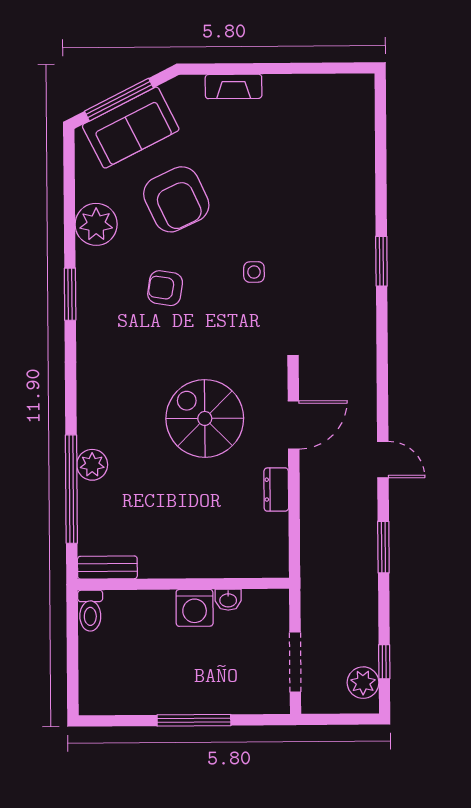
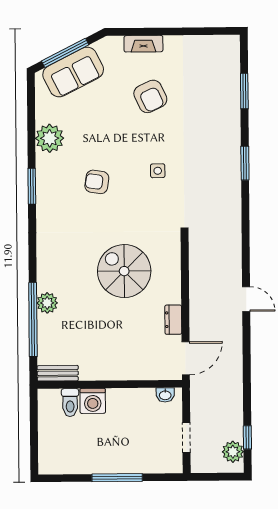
armchair: (176, 199) -> (150, 96), moved, width x0.73, depth x0.73
door: (294, 425) -> (186, 358), moved
window: (383, 547) -> (244, 91), moved
washbasin: (228, 600) -> (165, 395), moved
washing machine: (195, 608) -> (93, 401), moved
toilet: (90, 611) -> (70, 403), moved
doorway: (295, 662) -> (186, 438), width x0.73

